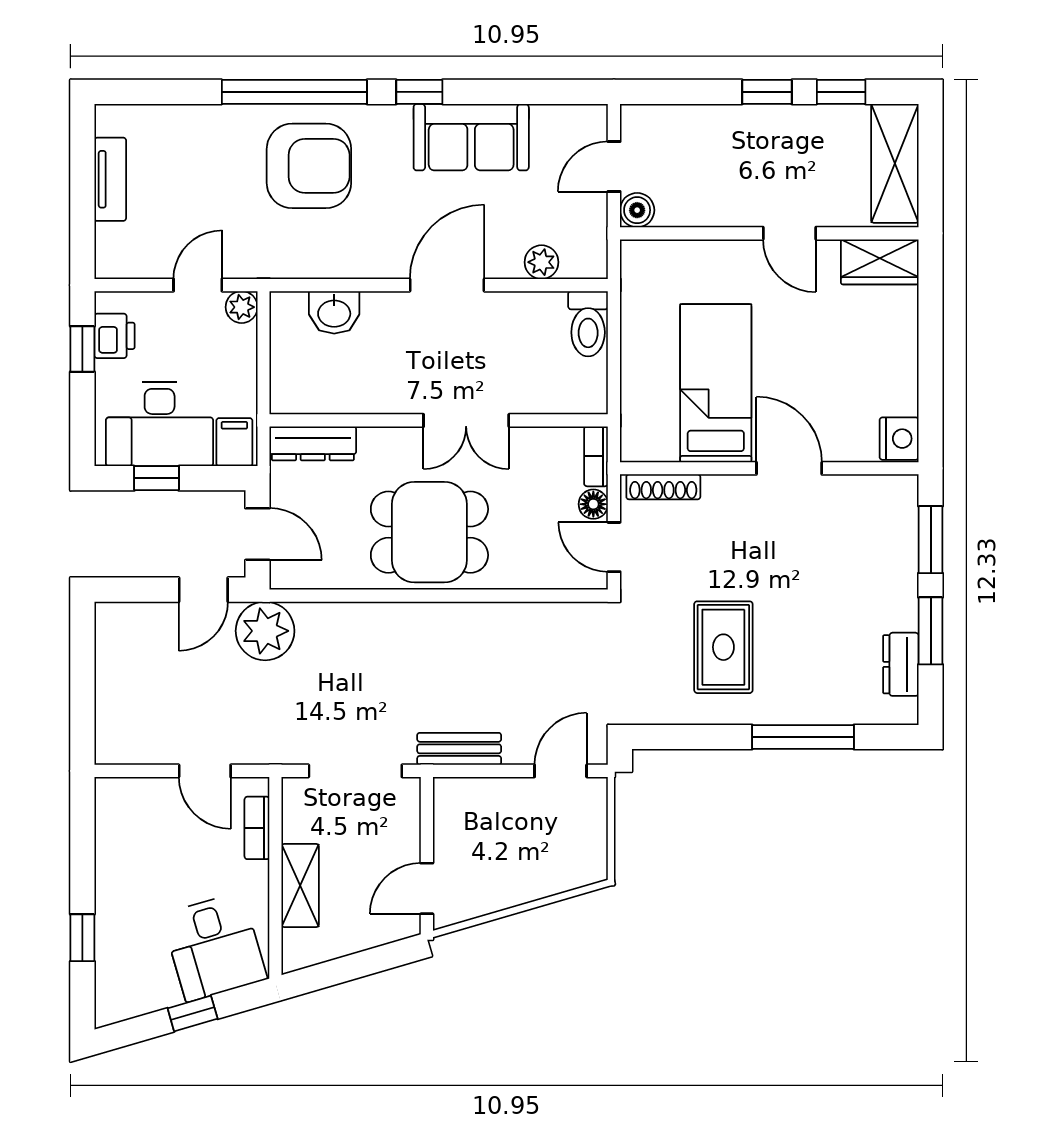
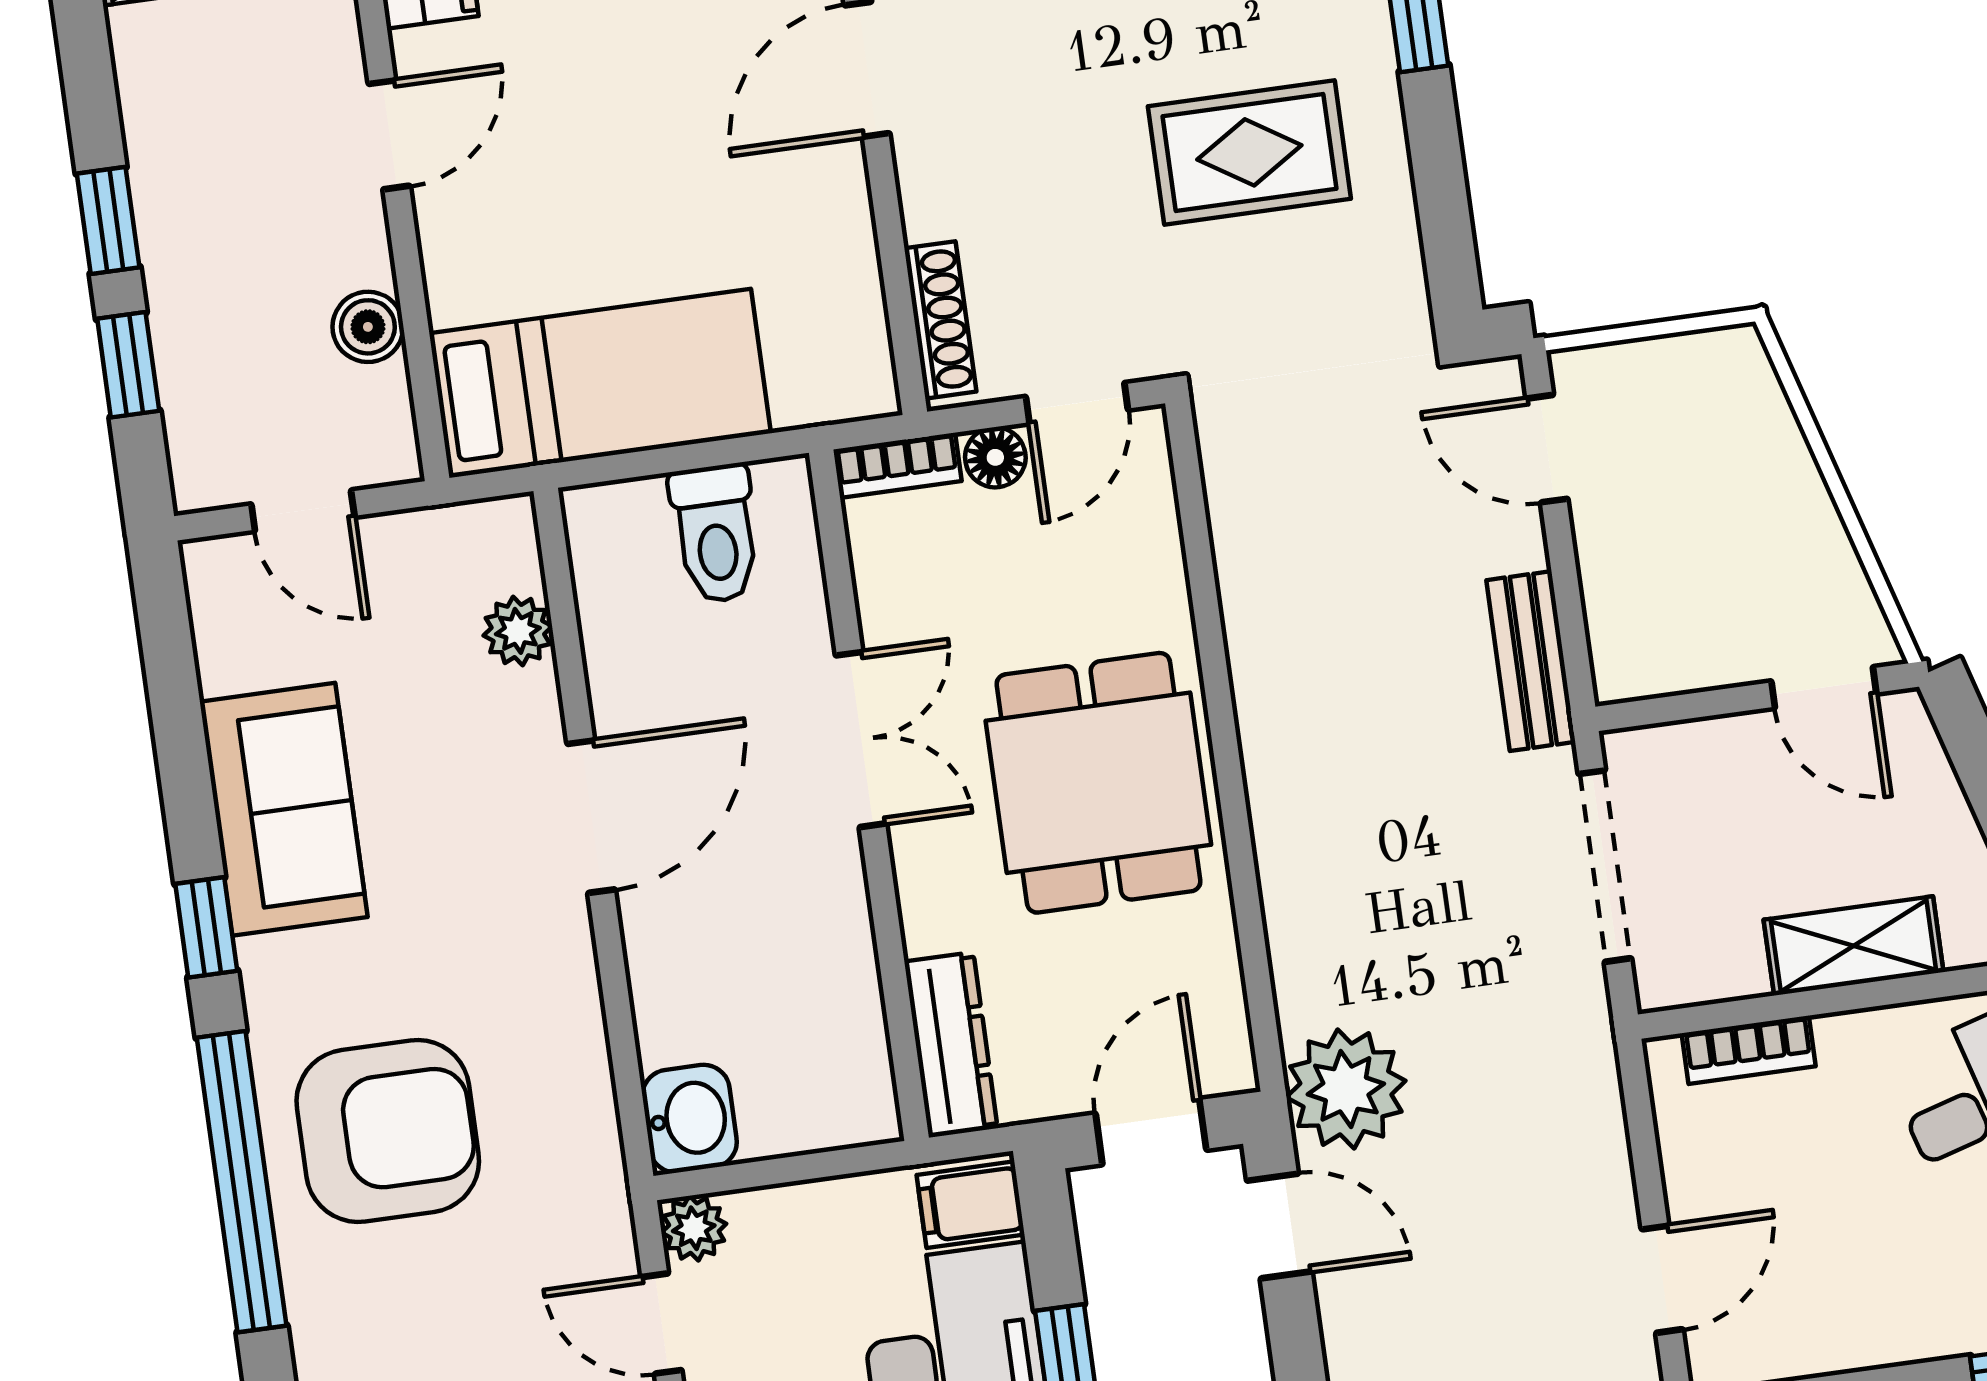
window: (841, 92) -> (128, 365), moved
armchair: (309, 166) -> (388, 1131), turned 90
boiler: (637, 210) -> (368, 327), moved
door: (447, 285) -> (591, 817), swing flipped
washbasin: (334, 312) -> (690, 1119), moved
toilet: (588, 324) -> (716, 534), moved, turned 90
bed: (716, 383) -> (600, 383), moved, turned 180
door: (205, 771) -> (1662, 1279), moved

